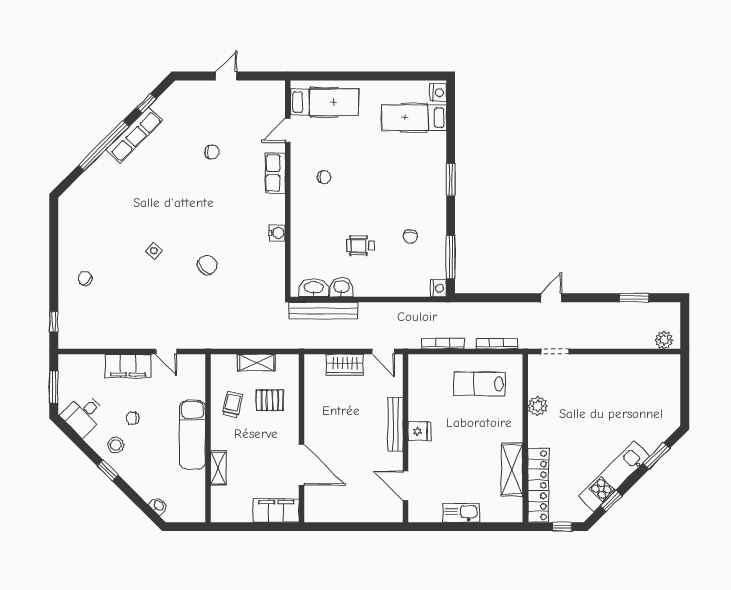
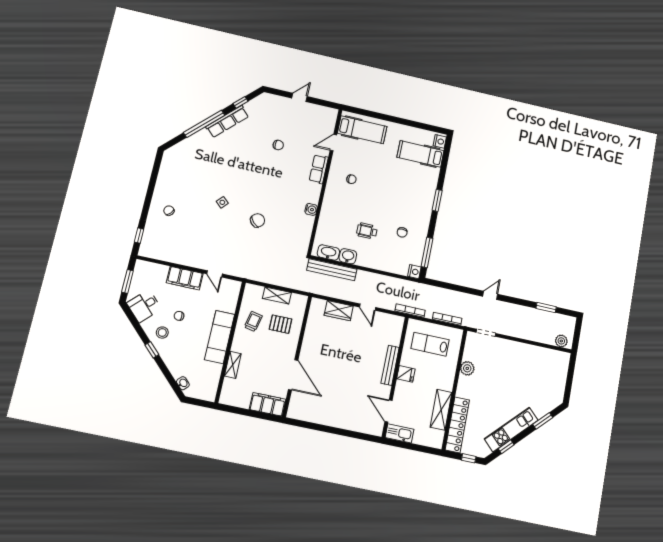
bench: (395, 424) -> (390, 365), moved
fridge: (419, 431) -> (406, 374), moved
wall: (406, 438) -> (395, 377), moved
door: (406, 486) -> (388, 411), moved

